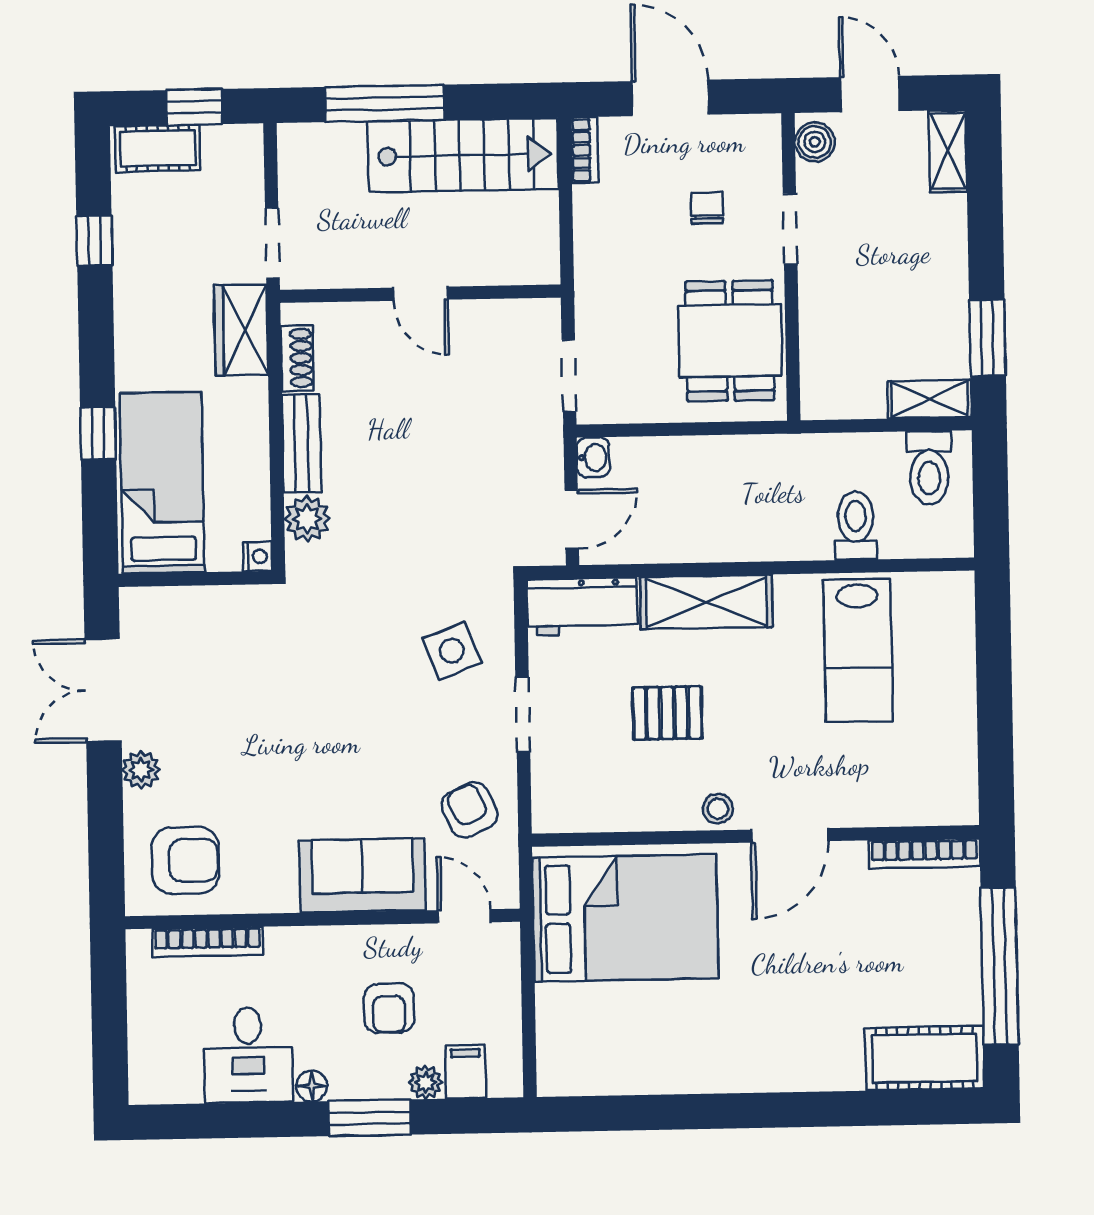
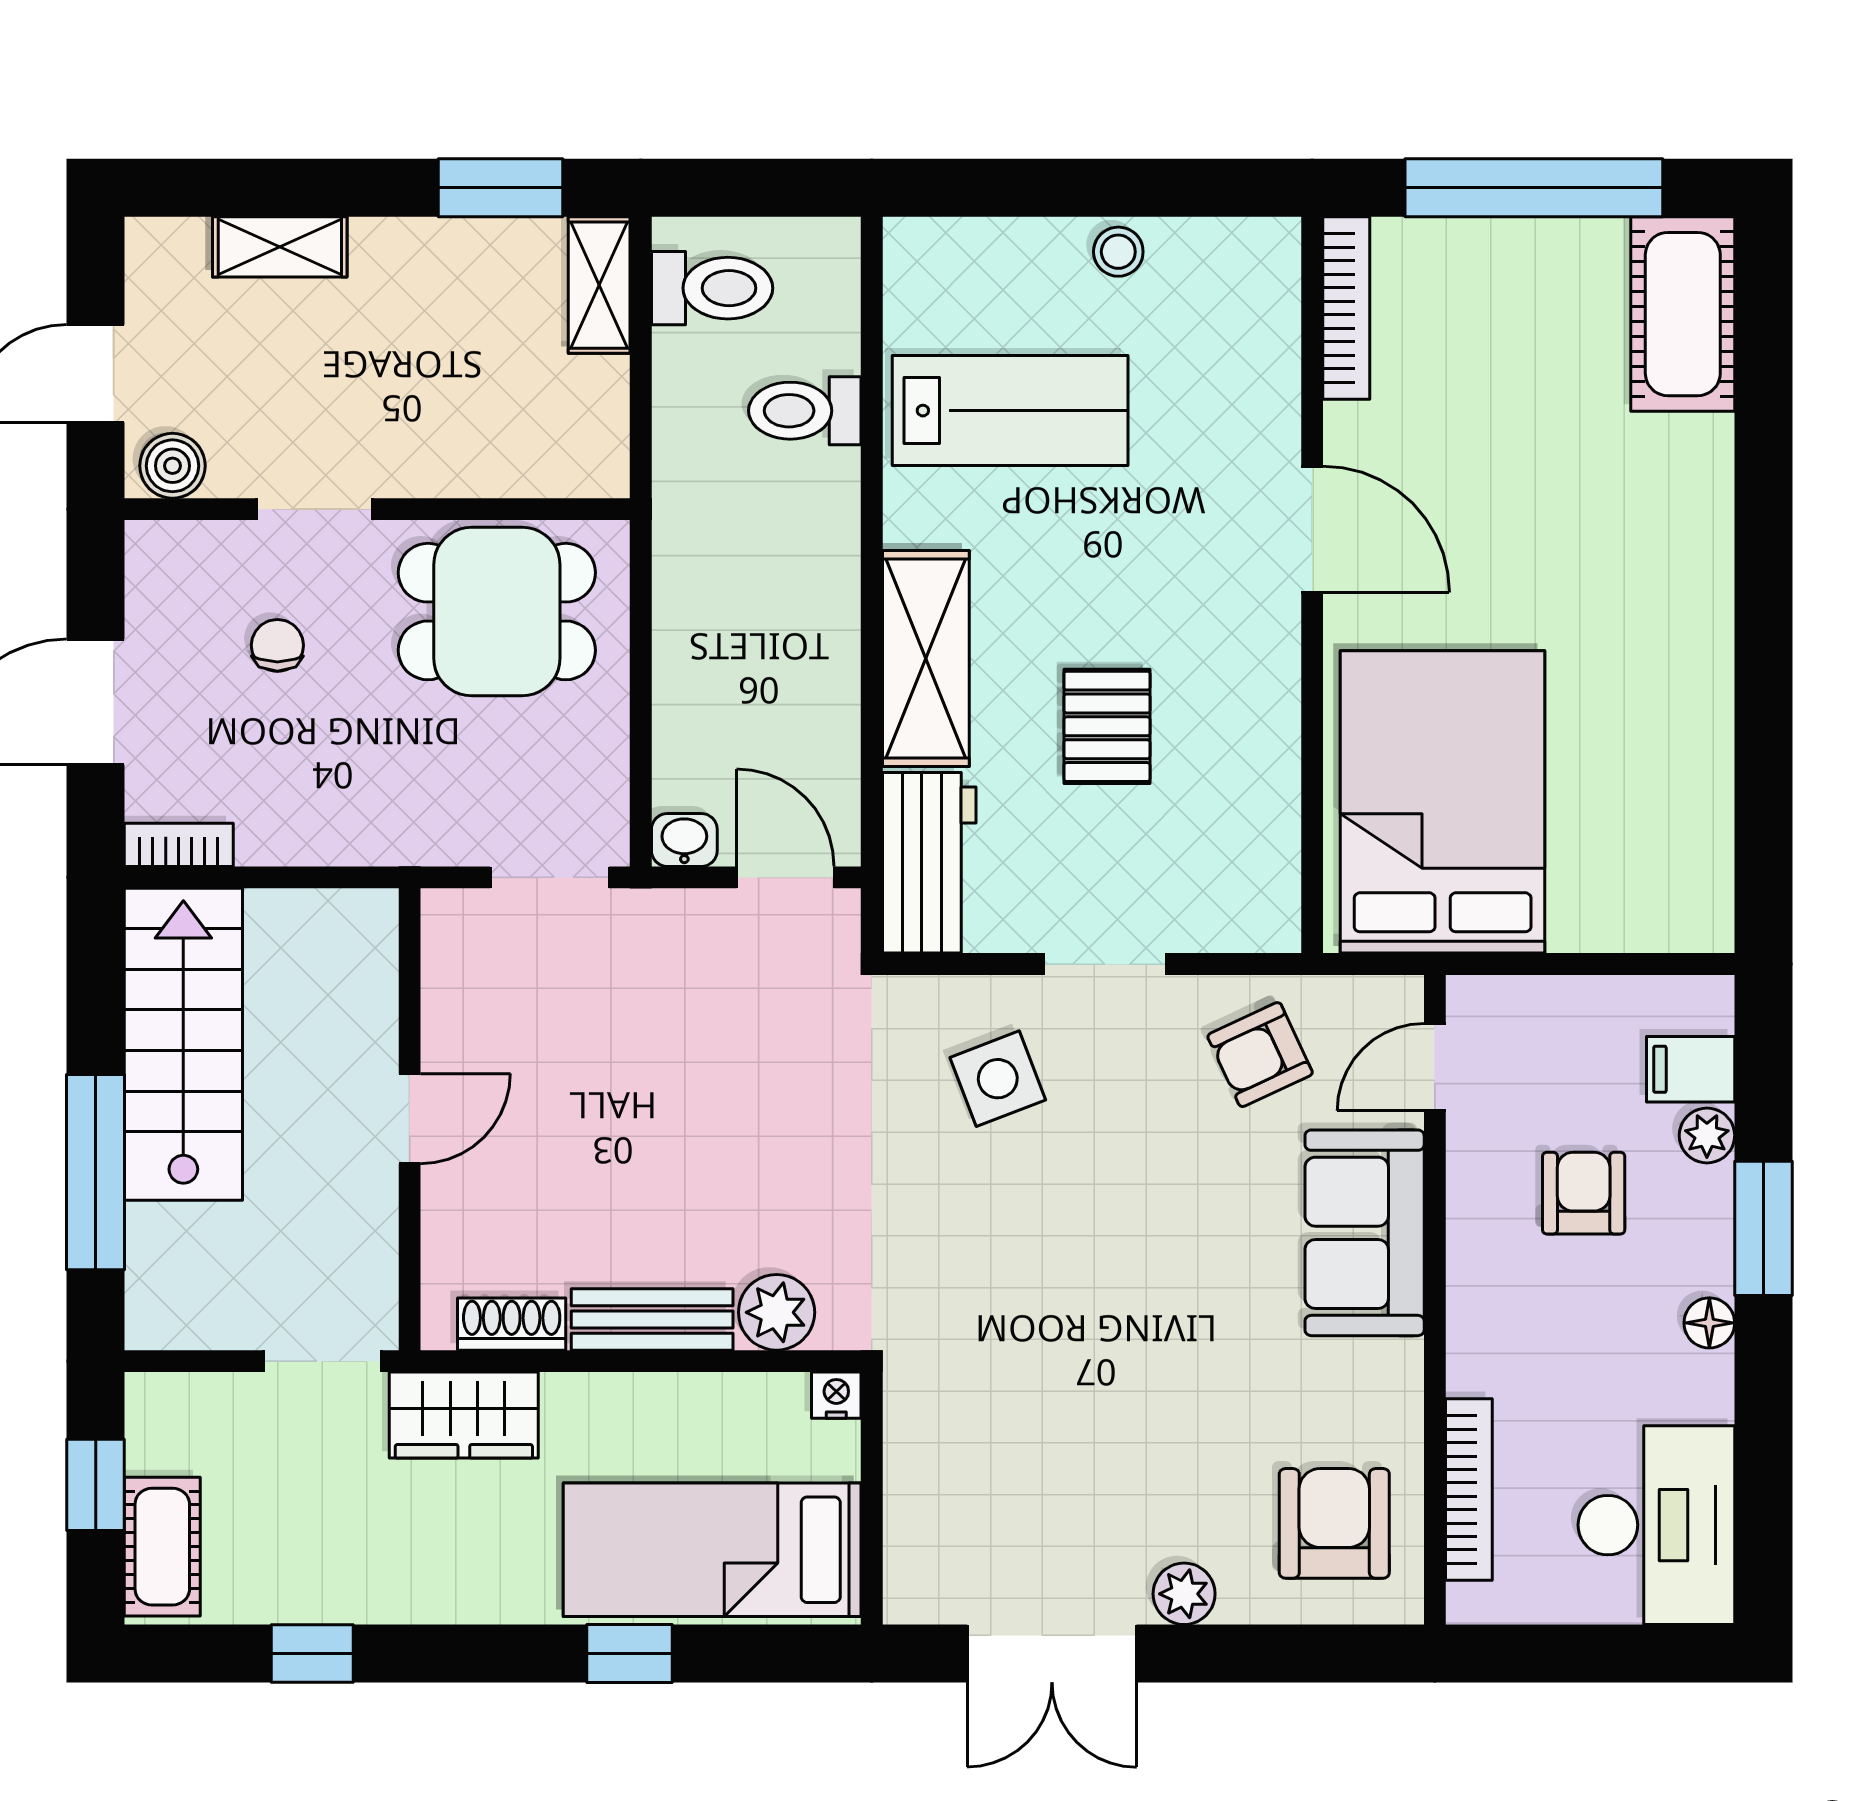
shelving: (948, 151) -> (280, 247), moved
chair: (707, 208) -> (277, 645), turned 90
stool: (718, 809) -> (1118, 252), moved
armchair: (389, 1008) -> (1584, 1193), turned -90
desk: (248, 1055) -> (1656, 1525), moved, width x1.37

